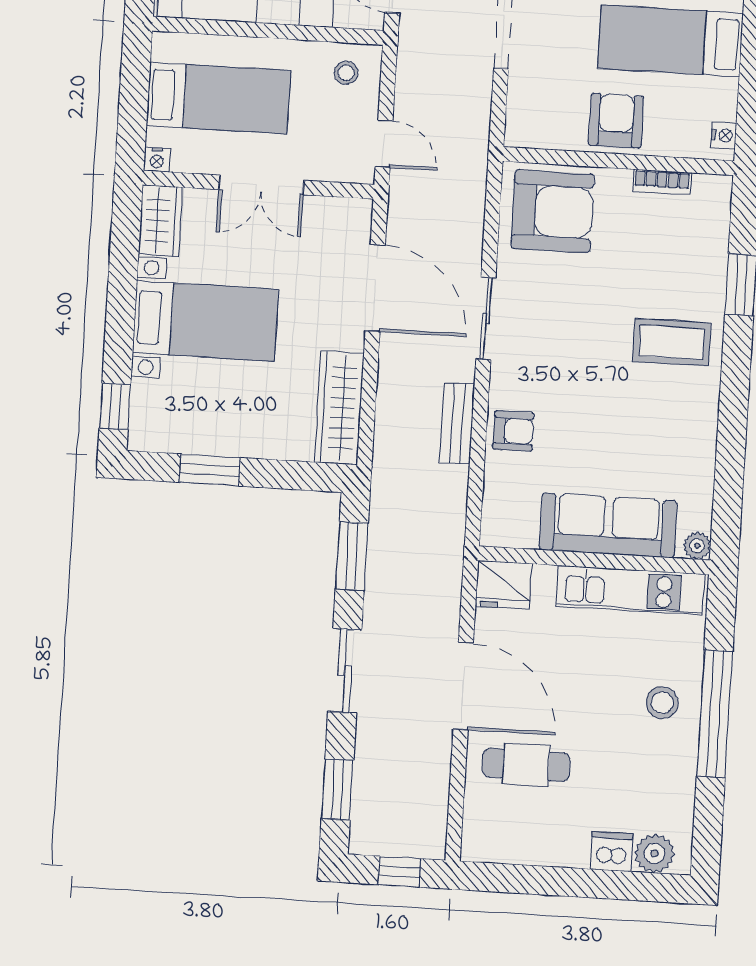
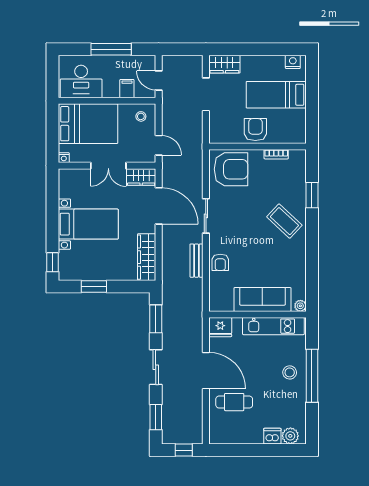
bed: (218, 98) -> (88, 124), width x1.50
nightstand: (724, 135) -> (301, 133), removed
wardrobe: (160, 221) -> (141, 177), moved, turned 90
coffee table: (672, 342) -> (284, 221), turned 43
armchair: (513, 431) -> (220, 262), turned 90

